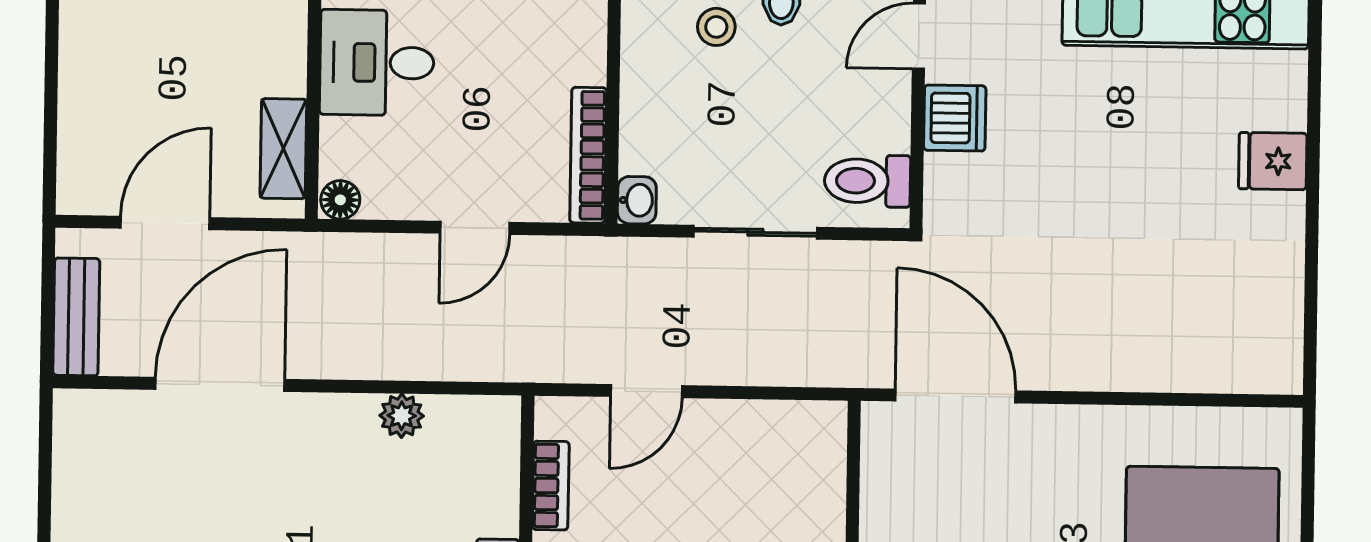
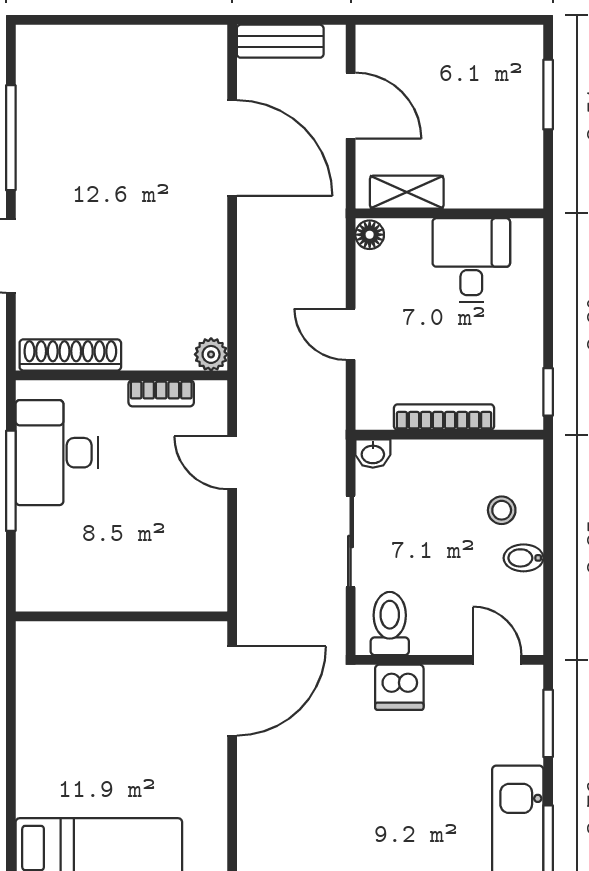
dishwasher: (955, 118) -> (399, 687), moved
bookcase: (588, 155) -> (444, 417), moved
plant: (402, 416) -> (211, 354), moved

